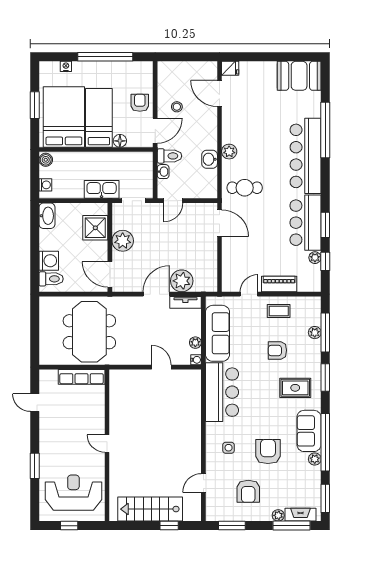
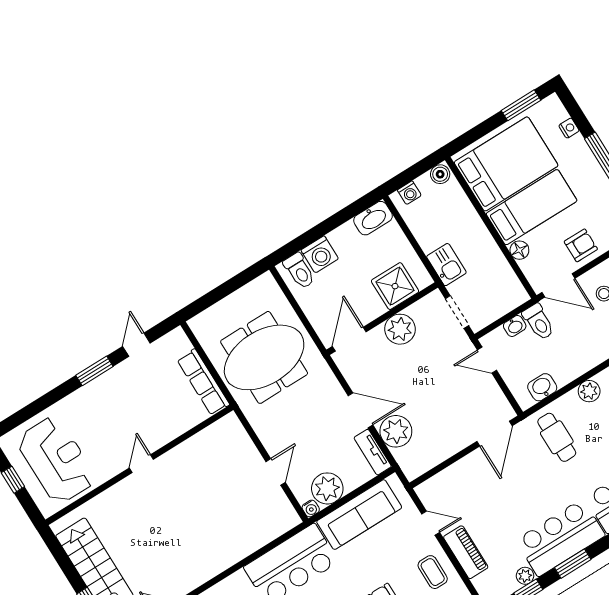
window: (35, 105) -> (521, 105), moved
washbasin: (210, 159) -> (542, 387), moved
kitchen sink: (102, 189) -> (446, 265), width x0.73
plant: (195, 343) -> (327, 488), width x1.88, depth x1.88
window: (35, 466) -> (94, 371), moved

